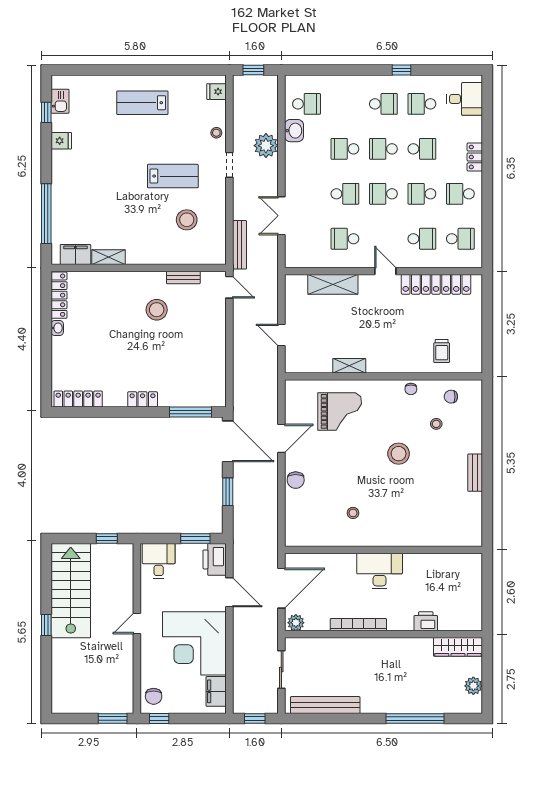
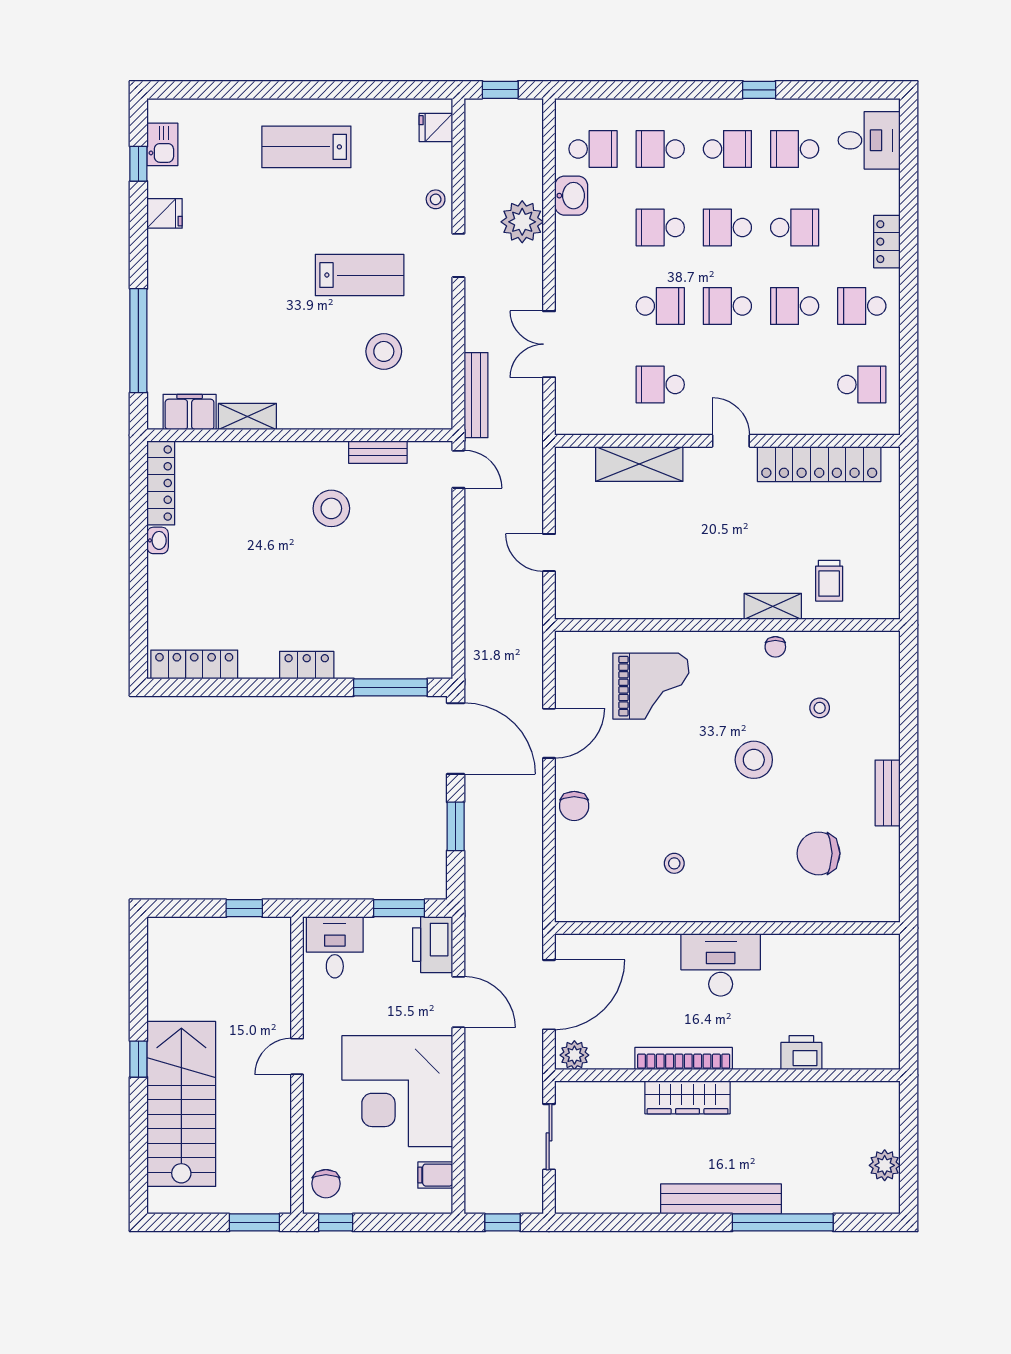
school desk: (422, 239) -> (660, 149), moved, turned 180
shelving: (349, 366) -> (773, 606), moved
chair: (451, 397) -> (819, 853), moved, width x1.87, depth x1.87
stairs: (71, 591) -> (181, 1104), moved
wardrobe: (458, 647) -> (688, 1097), moved
filing cabinet: (216, 691) -> (435, 1175), width x0.50
bench: (325, 705) -> (721, 1199), moved

